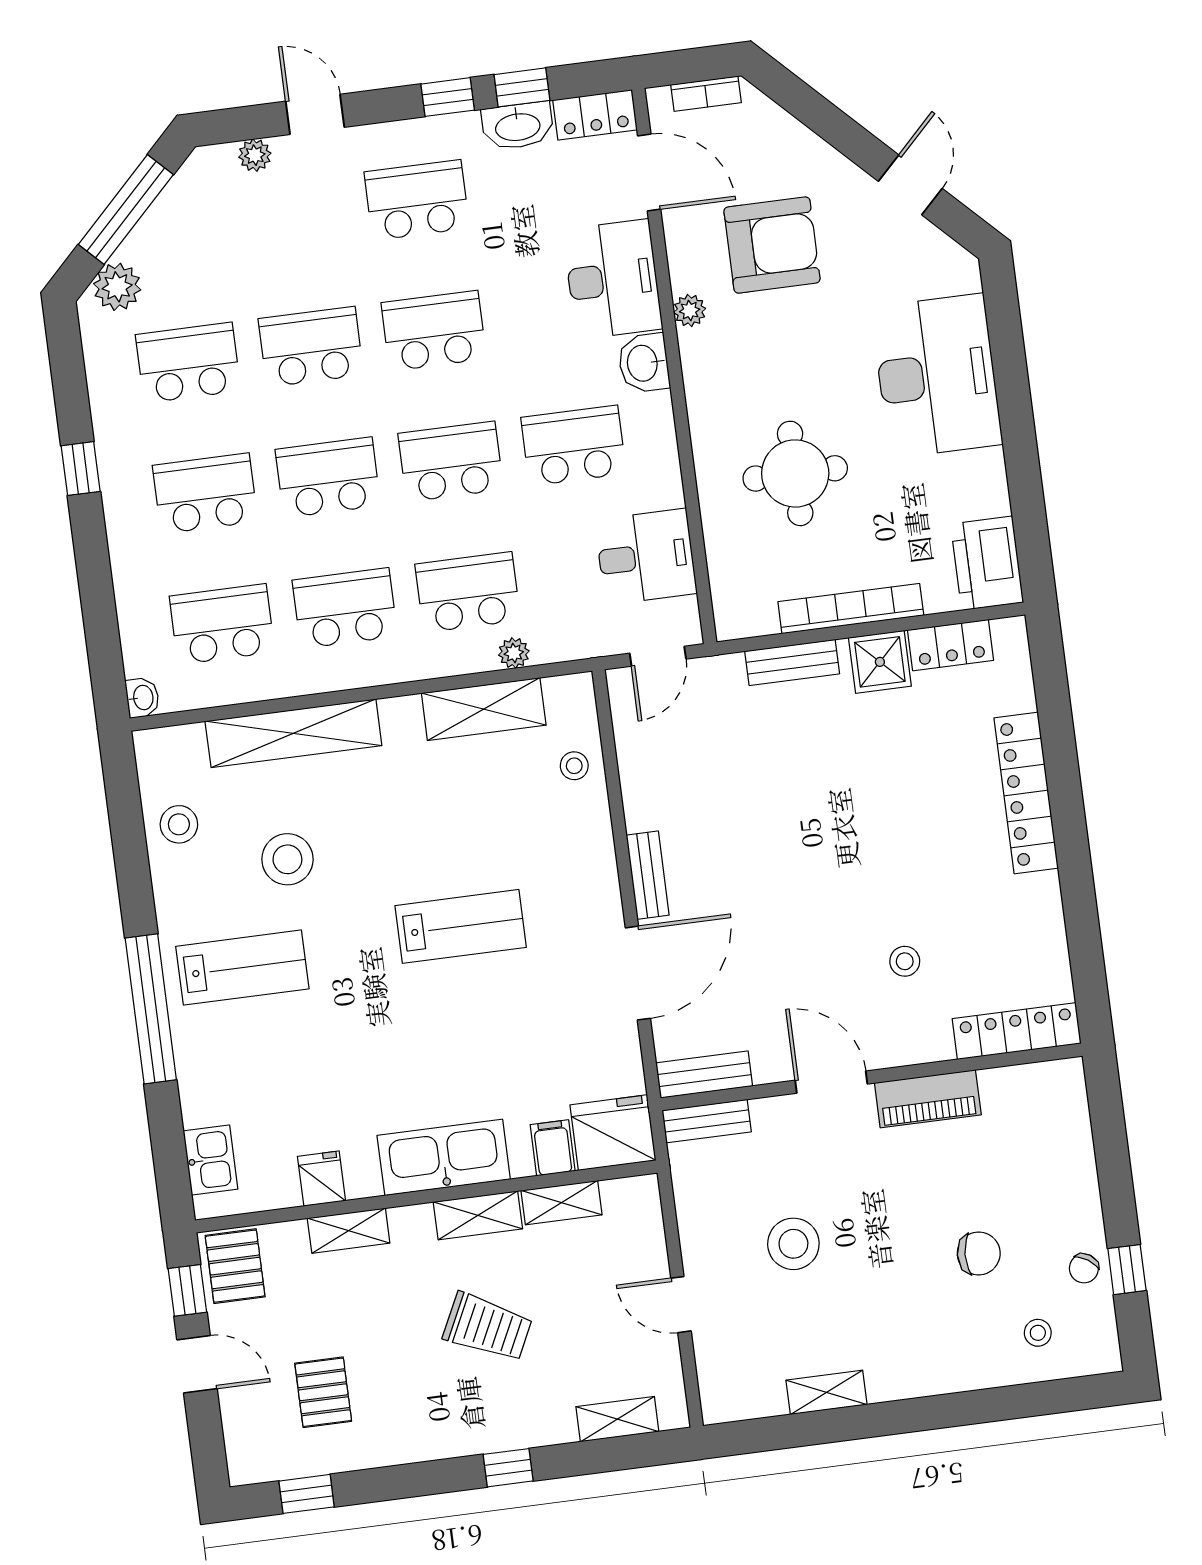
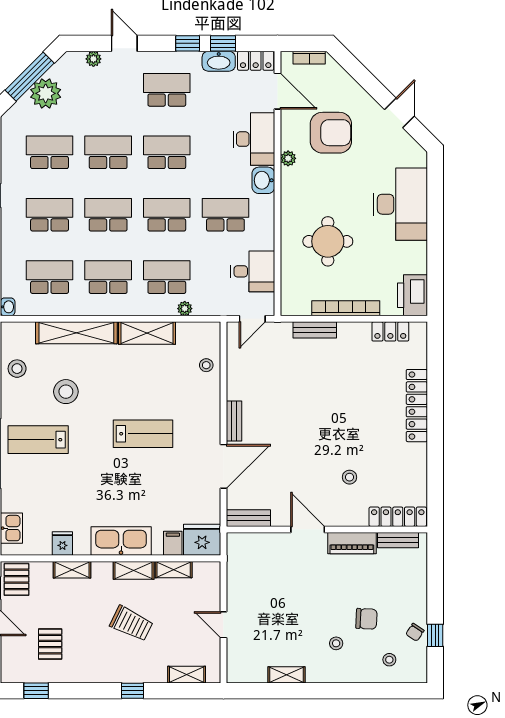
plant: (117, 287) -> (46, 93), moved, width x1.36, depth x1.36
shower: (880, 662) -> (356, 335), removed
shelving: (484, 709) -> (147, 333), moved
lab bench: (242, 968) -> (38, 440), turned 180
bench: (707, 1121) -> (398, 540), moved
stool: (793, 1244) -> (336, 643), moved, width x0.53, depth x0.53

